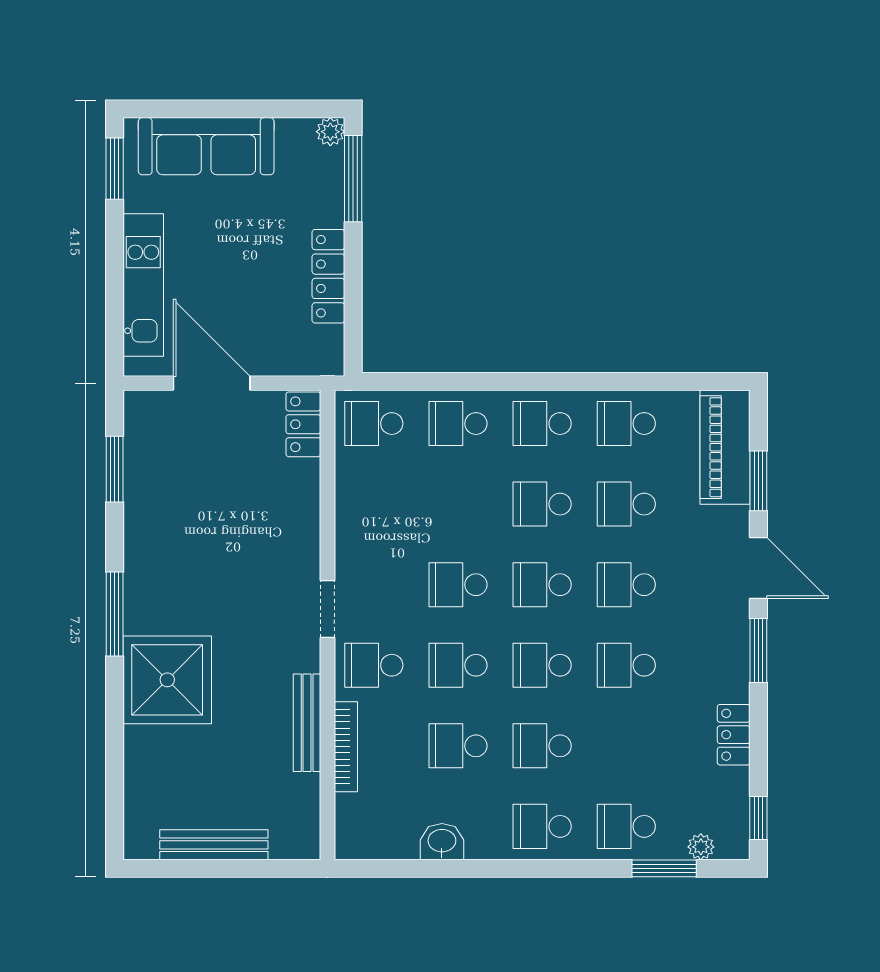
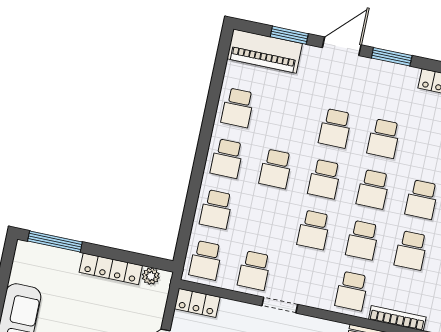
plant: (330, 132) -> (151, 276), moved
school desk: (626, 504) -> (254, 270), moved
doorway: (328, 609) -> (280, 305), moved

